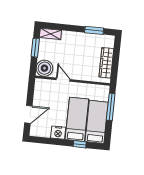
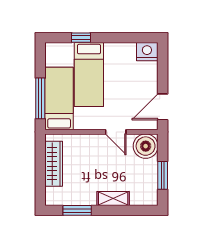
shelving: (50, 34) -> (113, 199), moved
door: (28, 114) -> (163, 107), moved
bed: (97, 122) -> (59, 99), moved, turned 180
nightstand: (58, 133) -> (147, 52), moved

